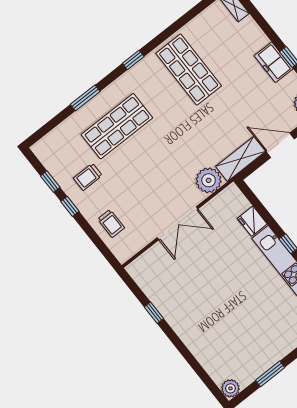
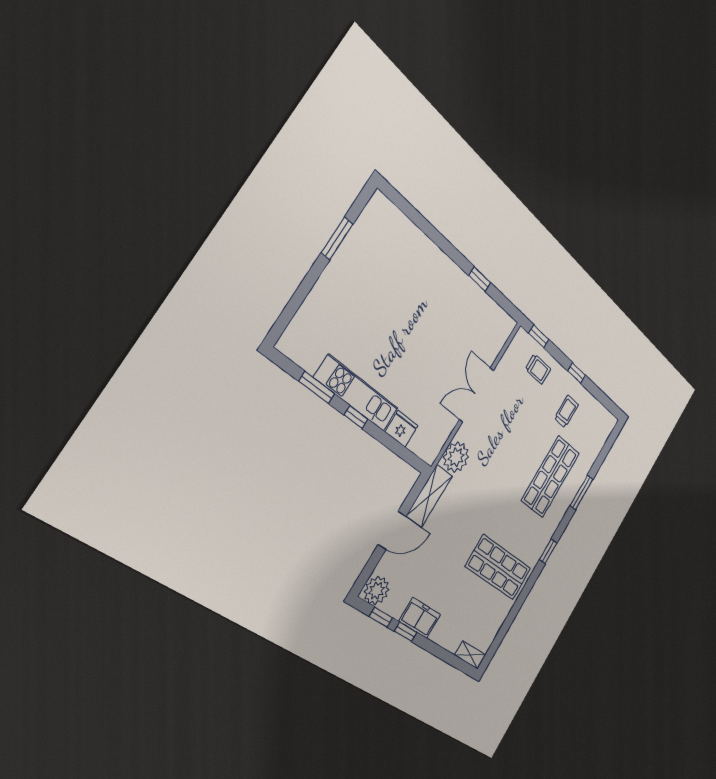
window: (50, 182) -> (539, 336), moved
trolley: (111, 223) -> (538, 369), turned 180
plant: (230, 388) -> (379, 205), removed

